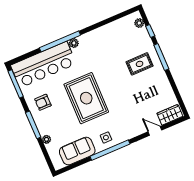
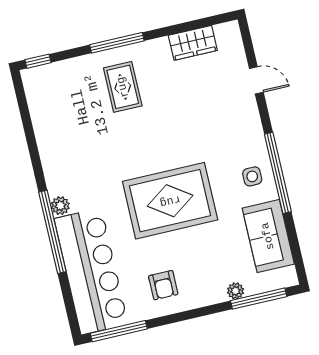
plant: (139, 23) -> (44, 74), removed
window: (150, 31) -> (38, 61), moved
wardrobe: (170, 115) -> (193, 43), moved, turned -90
window: (33, 125) -> (259, 299), moved
door: (155, 131) -> (256, 80), swing flipped

